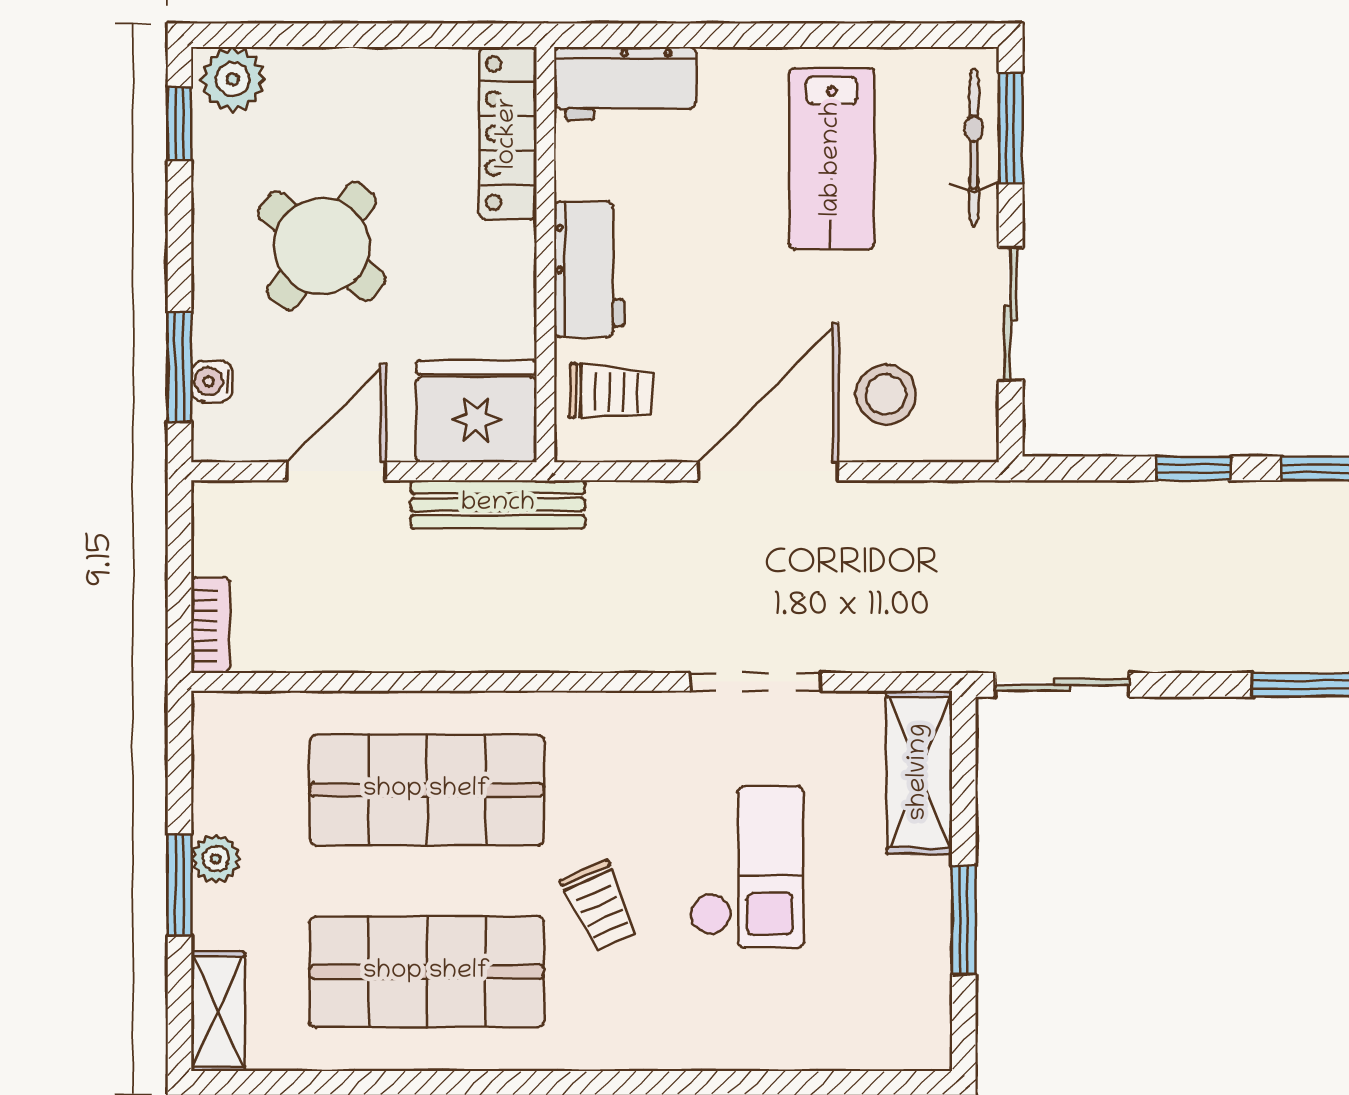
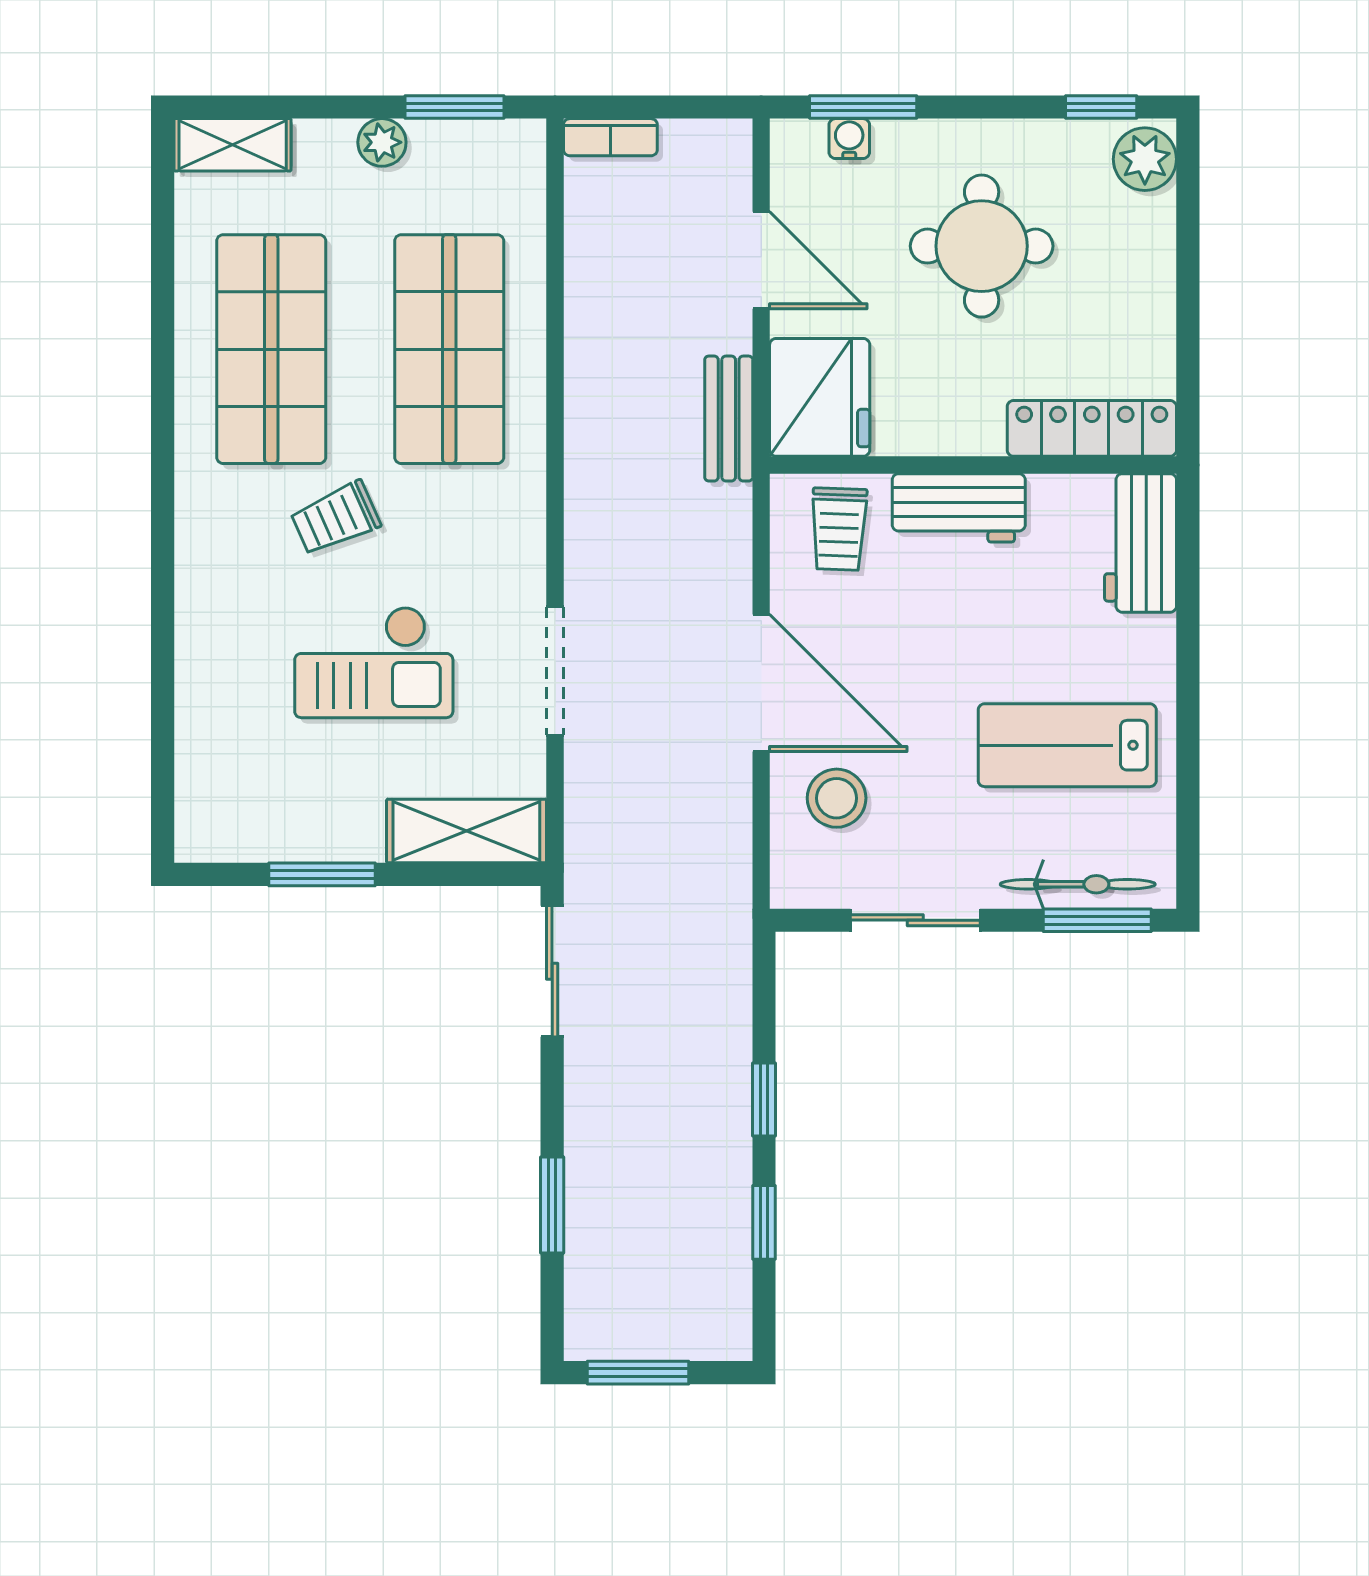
round table: (322, 246) -> (982, 246), turned -38
bench: (498, 504) -> (729, 419), width x0.73
window: (180, 885) -> (455, 107), moved

